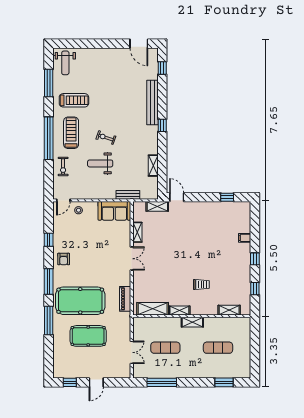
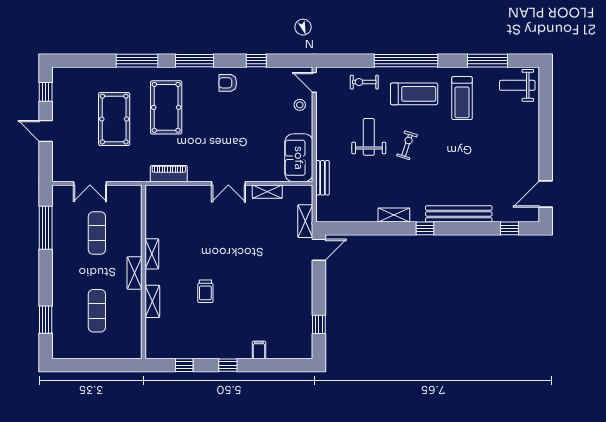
shelving: (153, 166) -> (394, 215), moved
trolley: (201, 284) -> (205, 291), moved
pool table: (80, 301) -> (166, 107), width x0.73, depth x0.76
shelving: (153, 309) -> (154, 214), removed
shelving: (229, 310) -> (152, 301), moved

